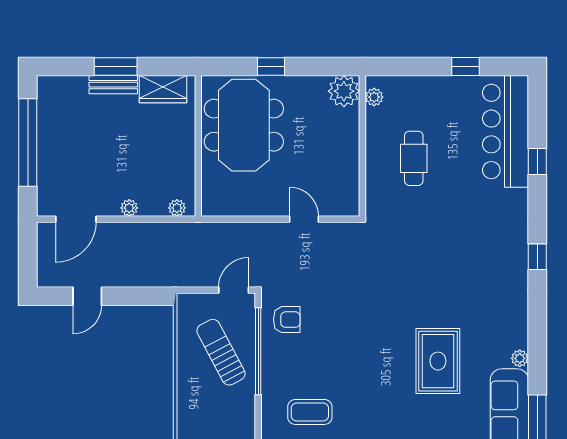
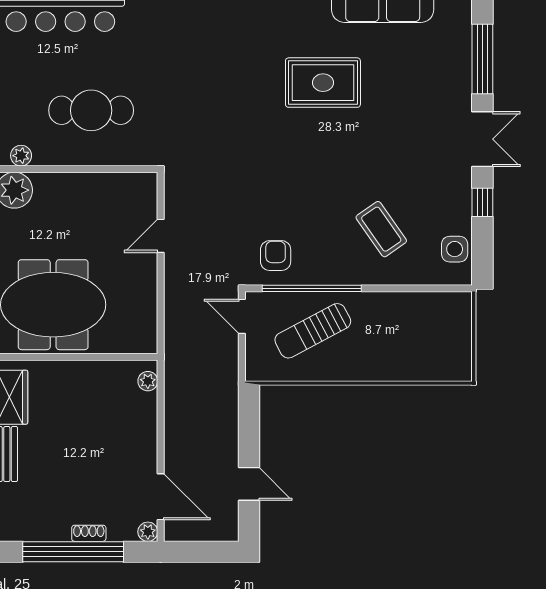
shoe rack: (44, 156) -> (89, 533), added
cafe table: (414, 158) -> (91, 110), width x1.37, depth x1.35
plant: (129, 208) -> (148, 532), moved
coffee table: (310, 412) -> (381, 229), turned -35

